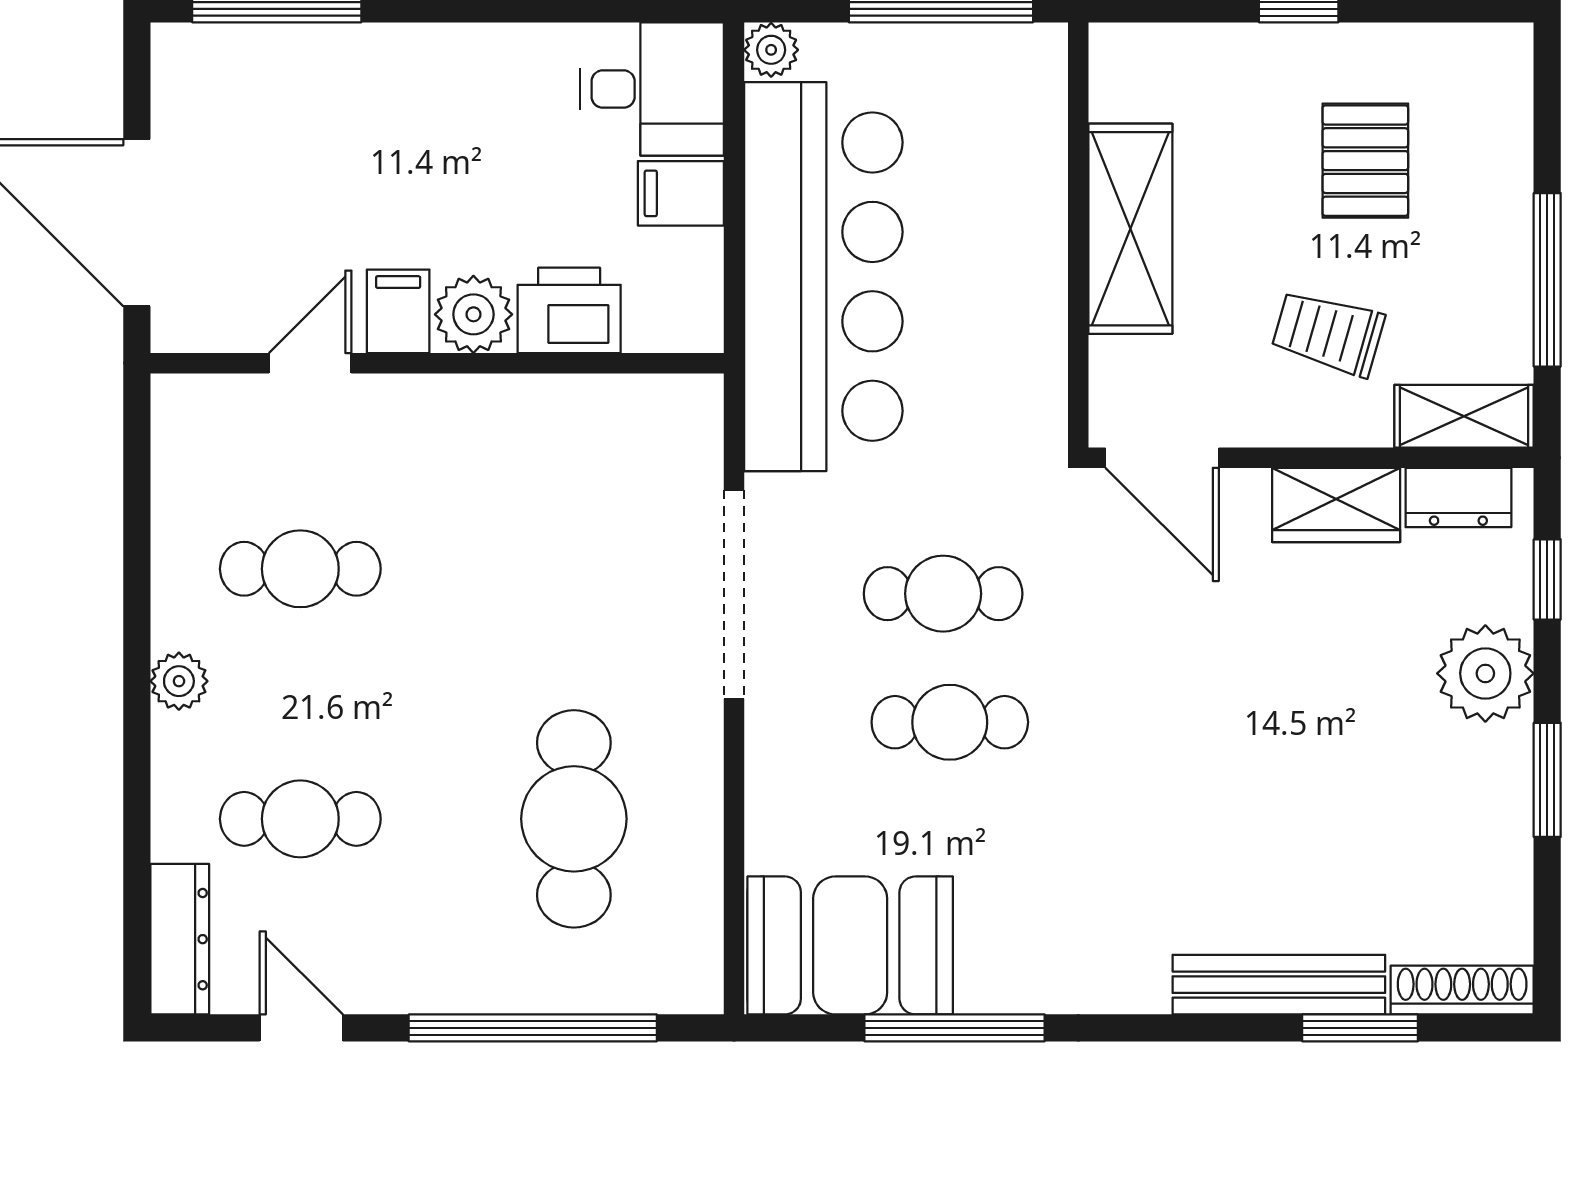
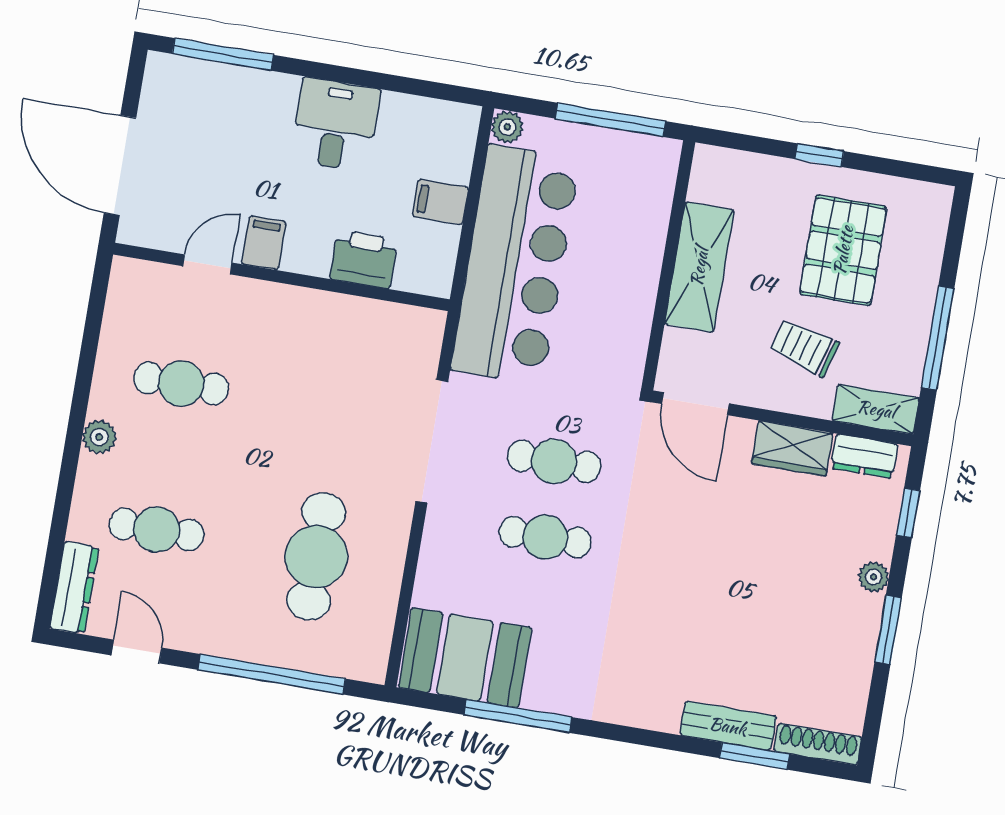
desk: (652, 89) -> (335, 125), moved, turned -90
pallet: (1365, 161) -> (843, 250), width x1.50, depth x1.42
plant: (473, 314) -> (307, 252), removed
plant: (1485, 673) -> (874, 577), width x0.53, depth x0.53
bench: (1279, 985) -> (728, 726), width x0.73

